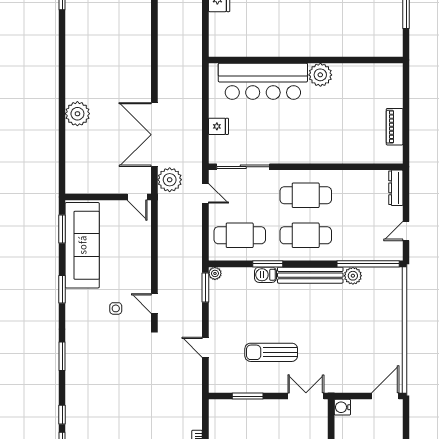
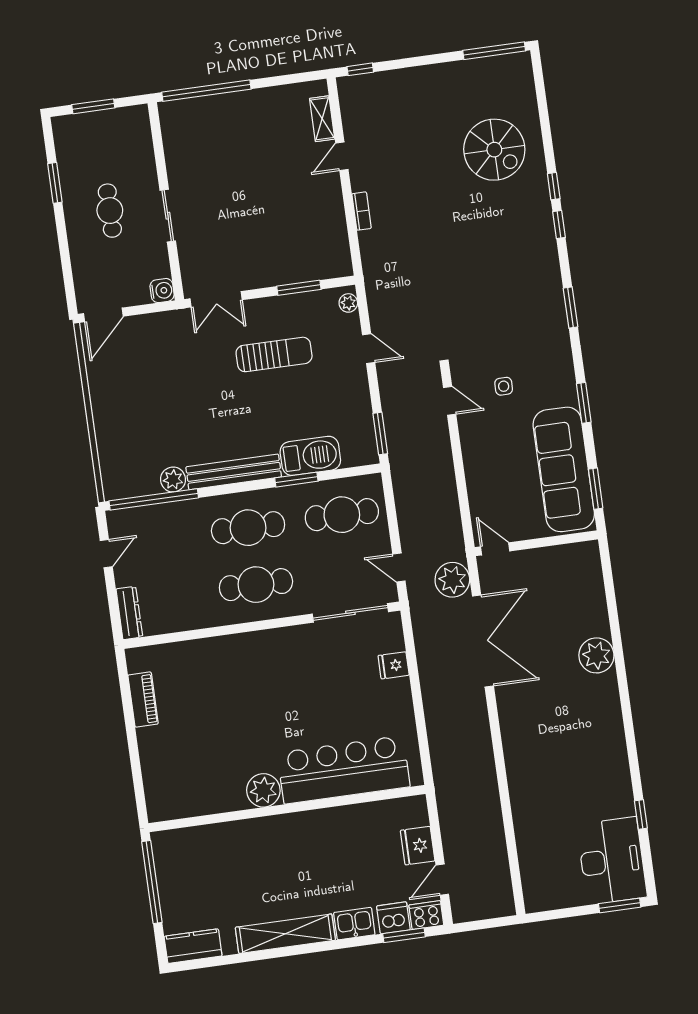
wall: (306, 60) -> (287, 809), moved
plant: (320, 75) -> (263, 790), moved
bar counter: (263, 81) -> (344, 770), moved
plant: (215, 273) -> (348, 303), moved
barbecue: (265, 275) -> (310, 456), width x1.88, depth x1.53

